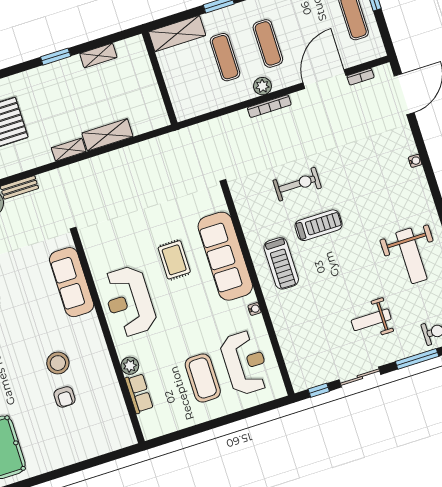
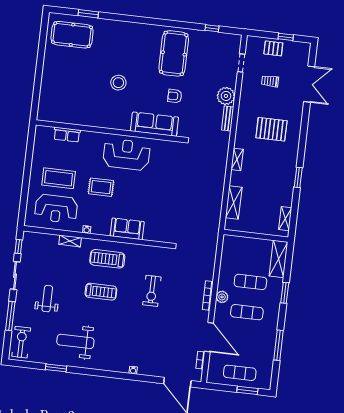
shelving: (98, 56) -> (285, 219), moved
shelving: (107, 135) -> (234, 203), moved
treadmill: (318, 225) -> (101, 292), moved, turned -90
sofa: (225, 256) -> (127, 229), width x0.54, depth x0.79
rug: (174, 260) -> (101, 187), moved
shelving: (280, 324) -> (70, 241), added
stool: (58, 363) -> (118, 83), moved
plant: (130, 366) -> (87, 137), removed
armchair: (65, 397) -> (175, 96), moved

